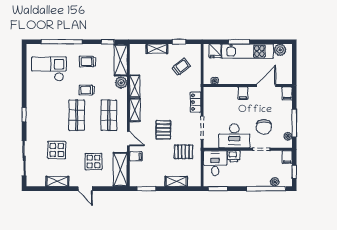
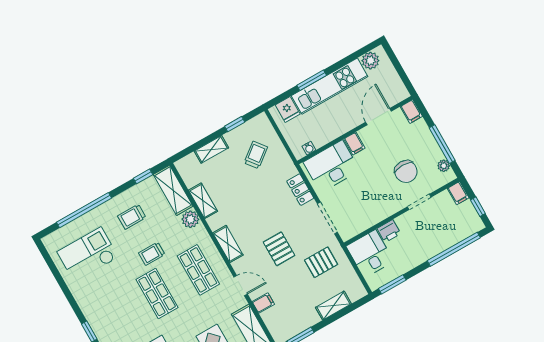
shelving: (135, 86) -> (203, 201), moved
desk: (234, 136) -> (331, 166), moved, turned 180
plant: (275, 182) -> (460, 234), removed

